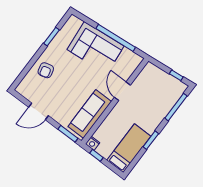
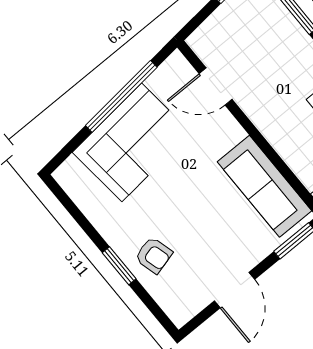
window: (51, 37) -> (119, 266), moved
door: (122, 91) -> (216, 87), moved

